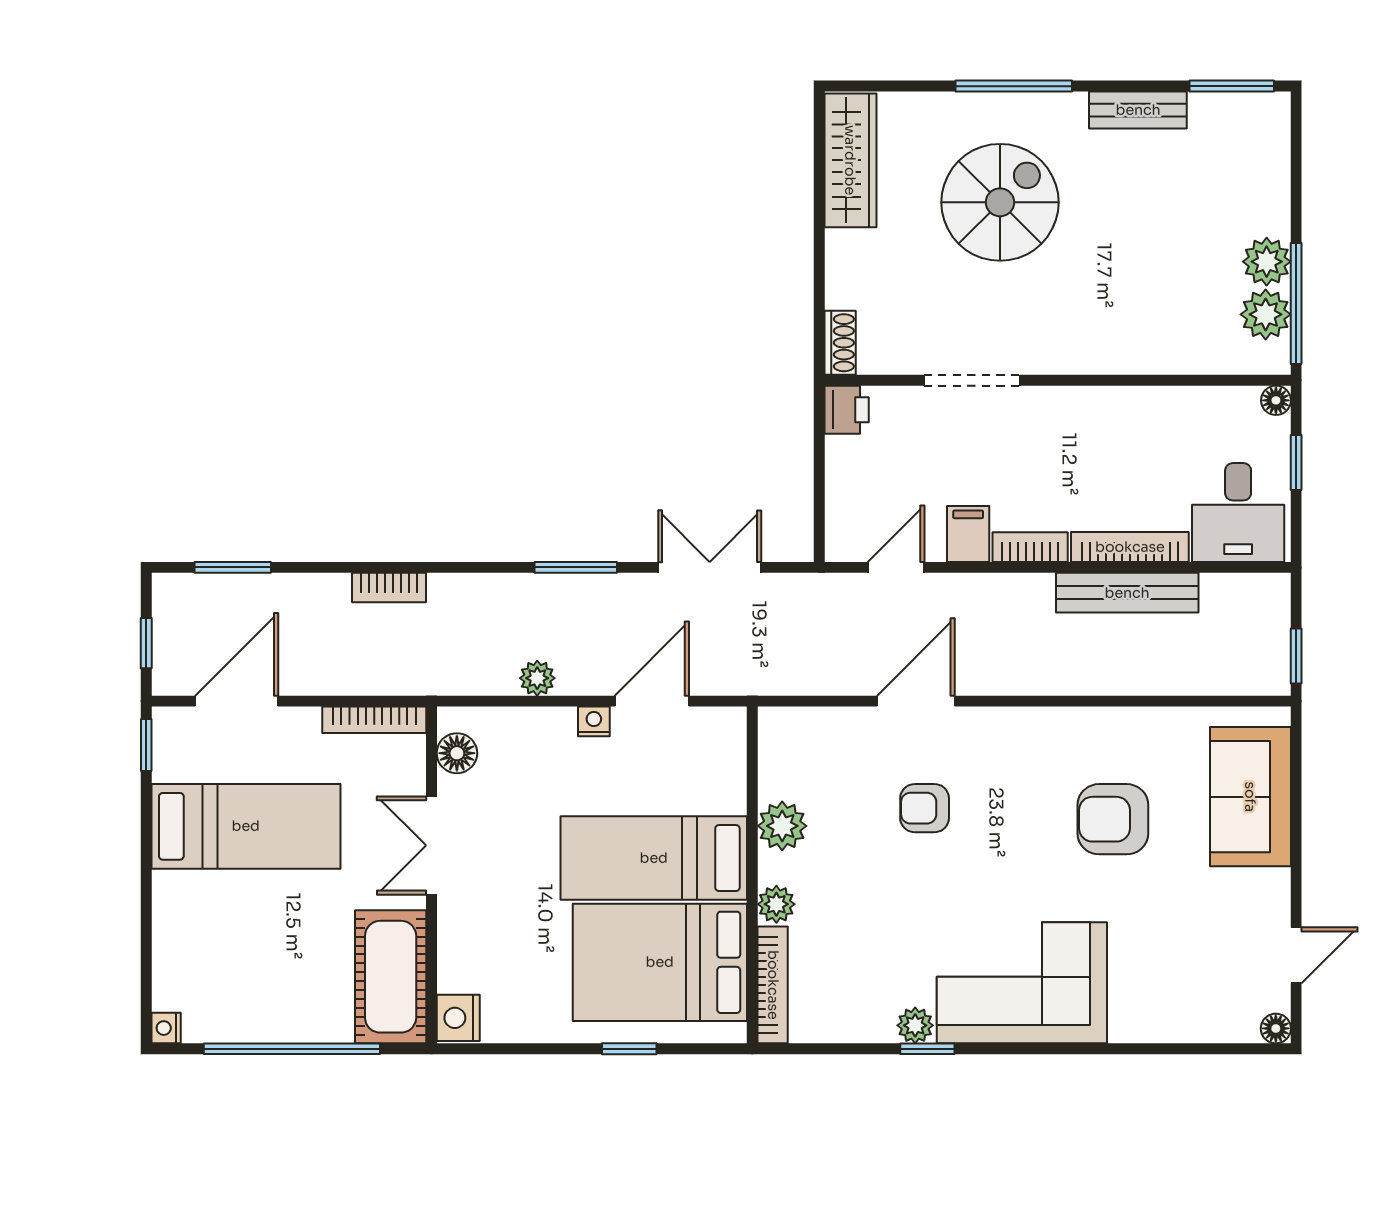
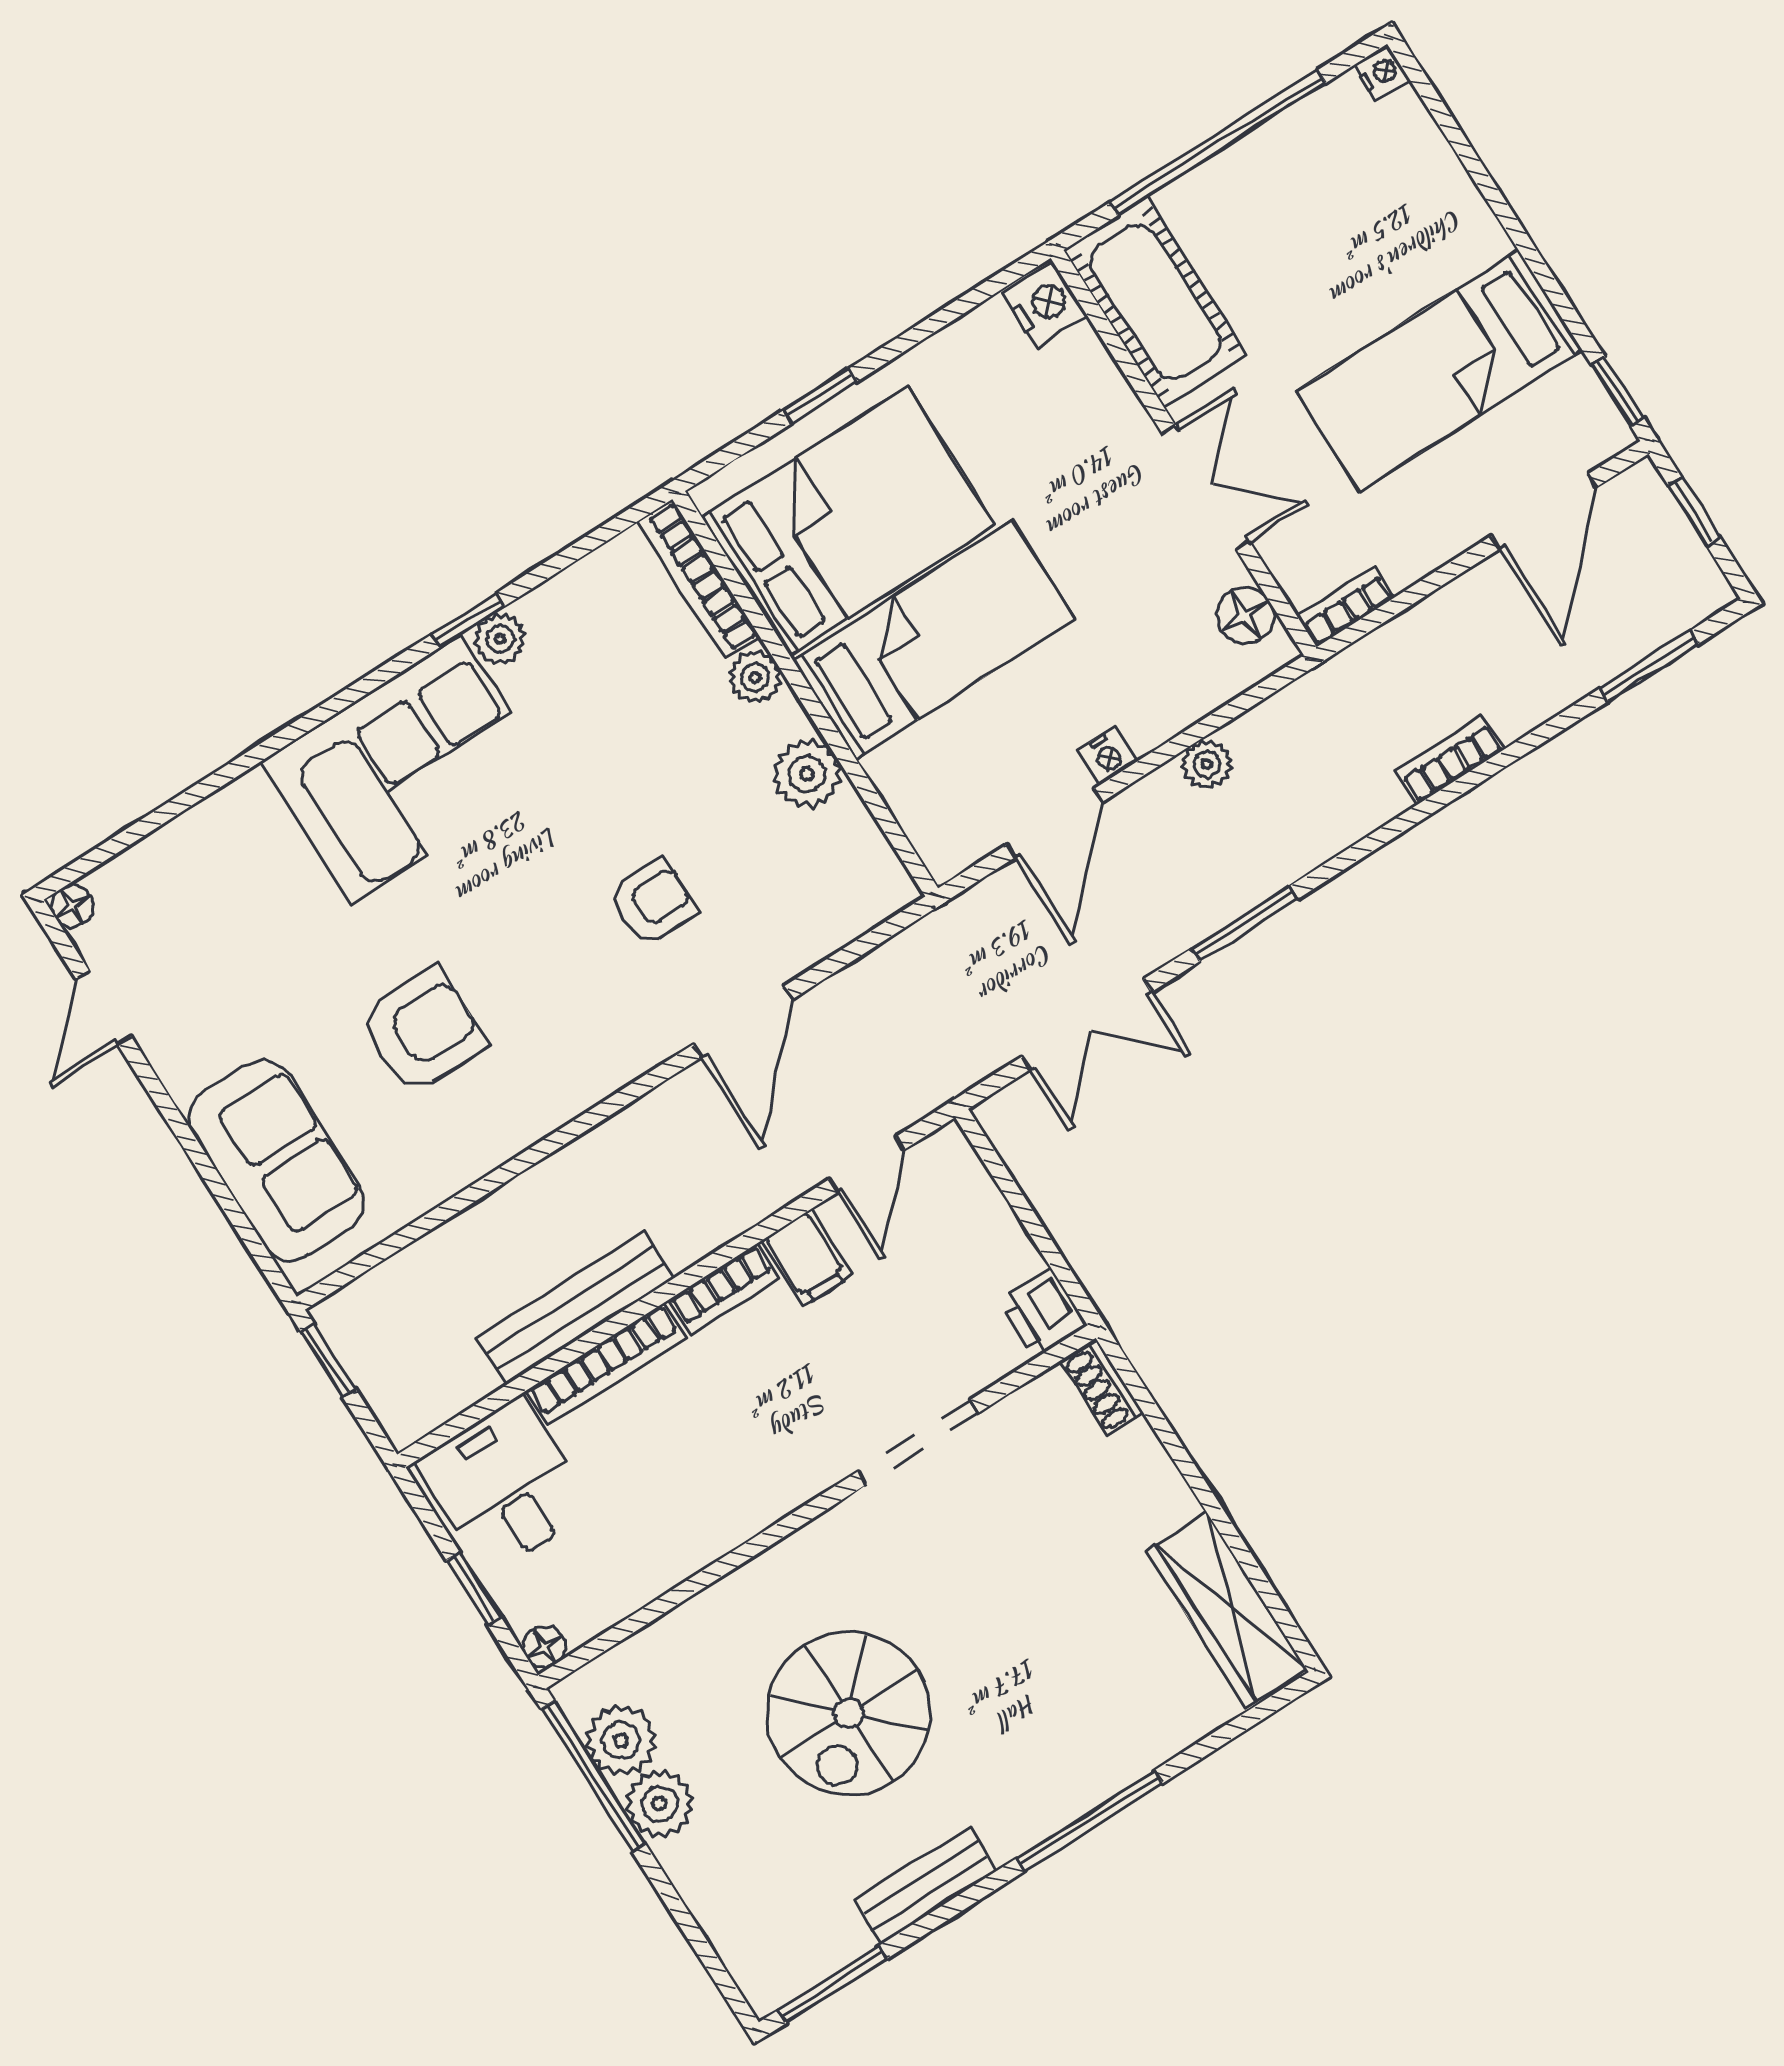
spiral stairs: (1000, 202) -> (849, 1713), moved
bookcase: (374, 720) -> (1346, 607), width x0.64

